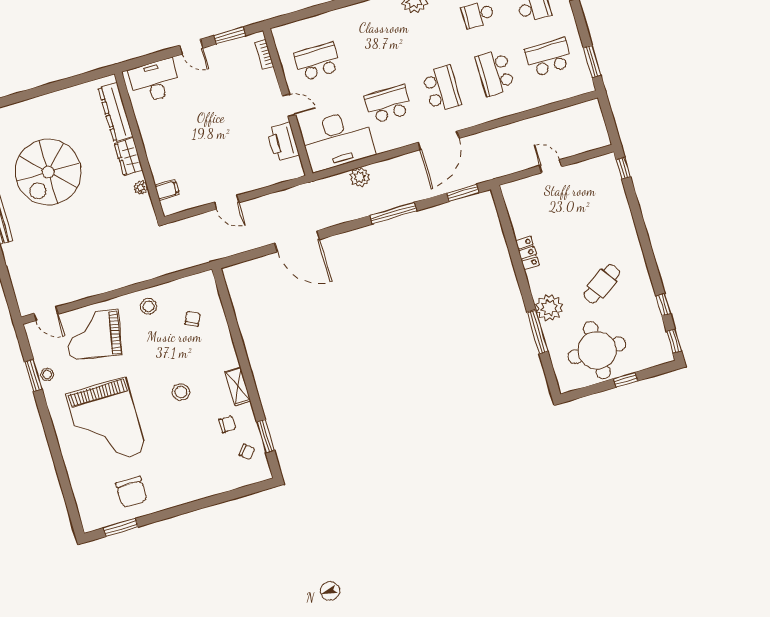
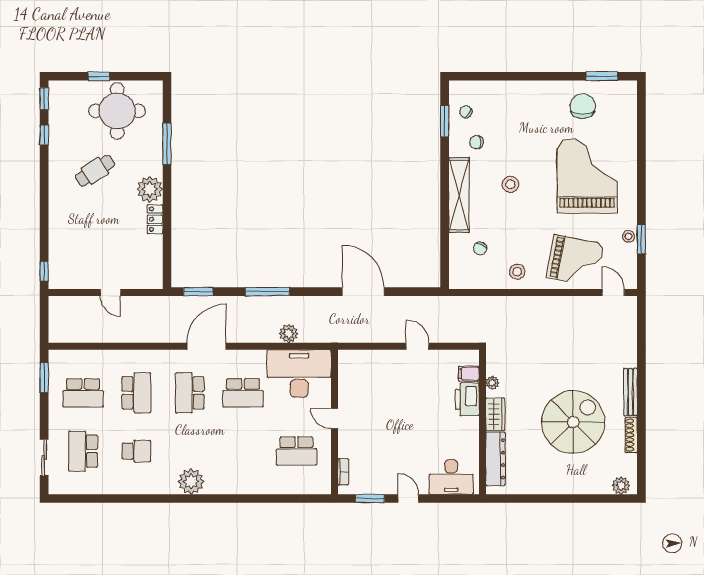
printer: (283, 142) -> (467, 399), moved, turned 180
plant: (549, 308) -> (150, 189), moved
shelving: (238, 386) -> (459, 195), width x2.20, depth x1.33

